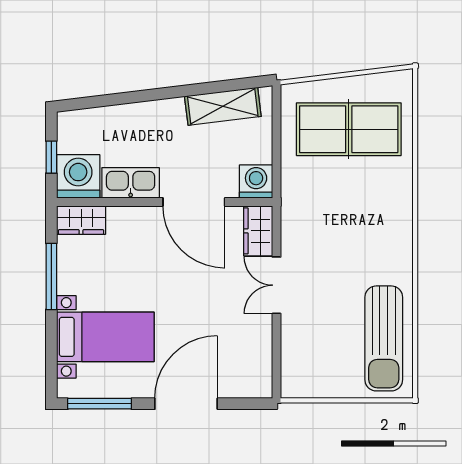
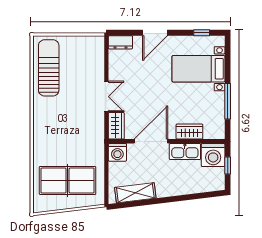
door: (194, 202) -> (151, 141), hinge flipped
wardrobe: (81, 220) -> (189, 132), moved
dresser: (250, 386) -> (120, 42), added
window: (100, 404) -> (202, 33), width x0.46
door: (186, 404) -> (155, 33), width x0.73

